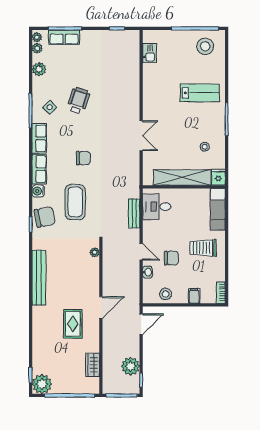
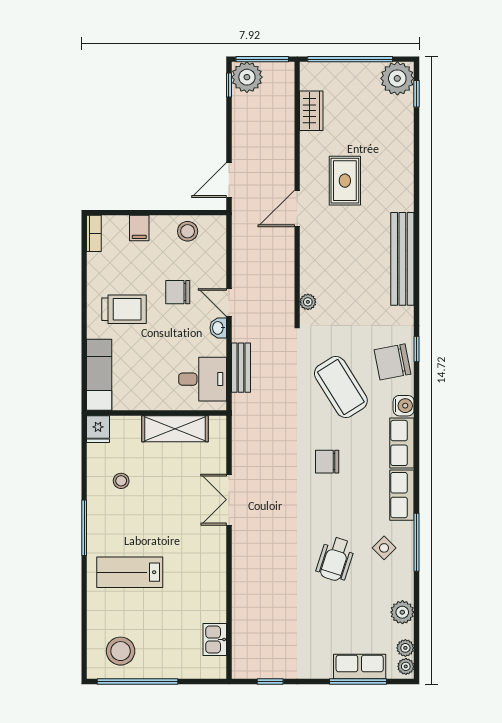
shelving: (182, 177) -> (175, 429), width x0.68
coffee table: (75, 202) -> (341, 387), turned -32
washbasin: (147, 272) -> (218, 328), moved
plant: (131, 366) -> (247, 77), moved

